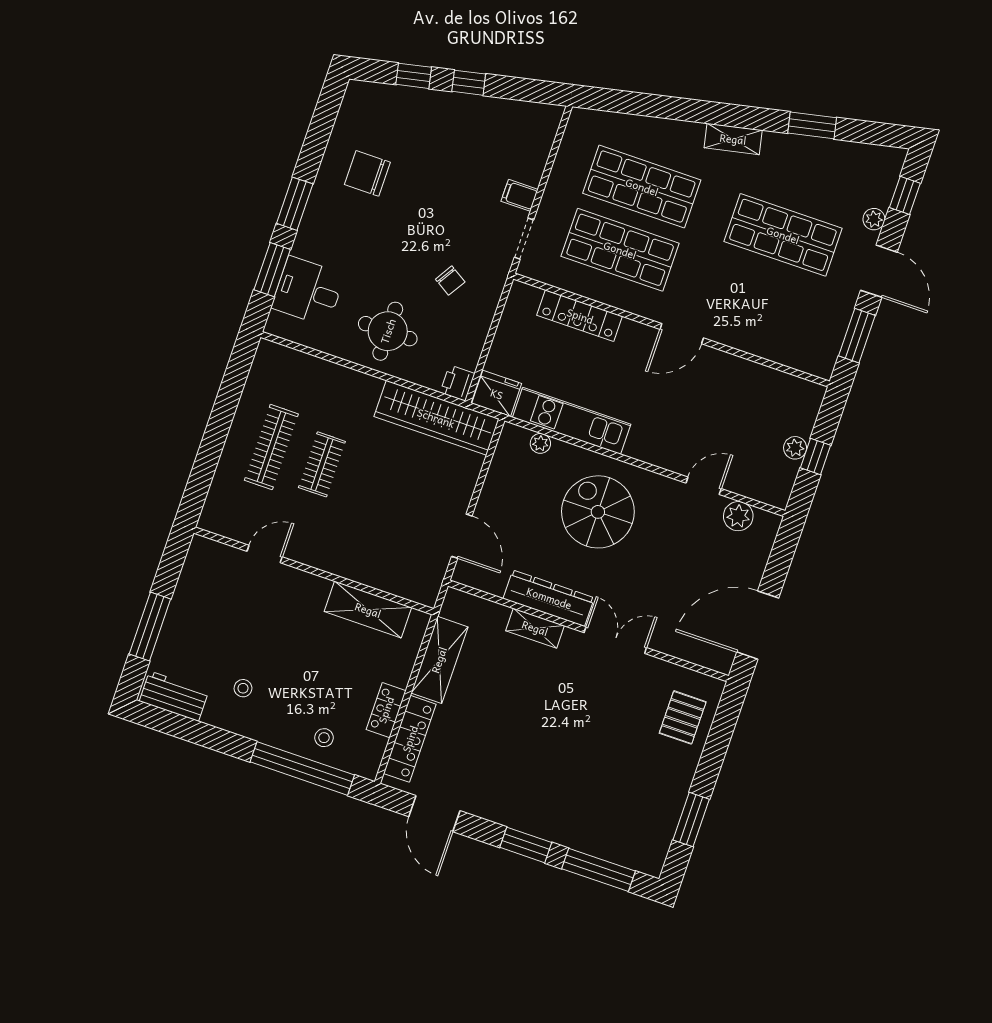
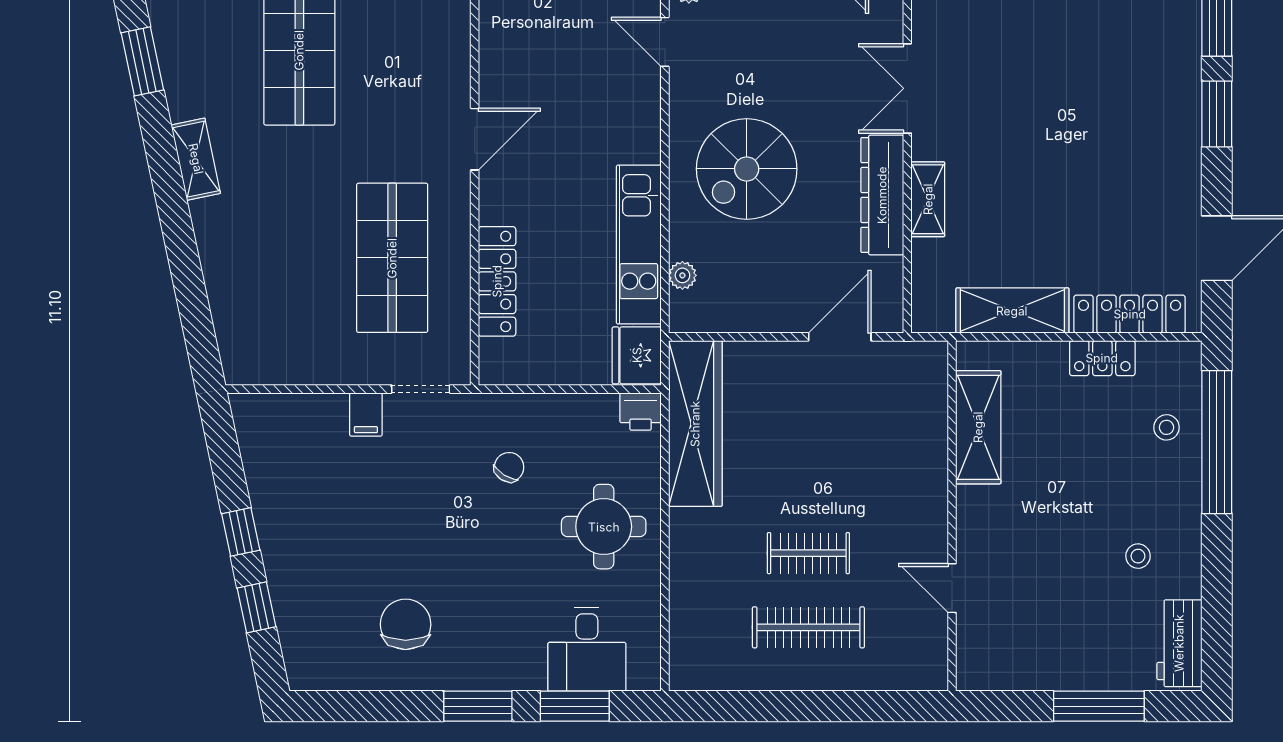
chair: (367, 173) -> (406, 624), turned 180
shop shelf: (642, 187) -> (299, 258), removed
door: (682, 334) -> (475, 139), hinge flipped

